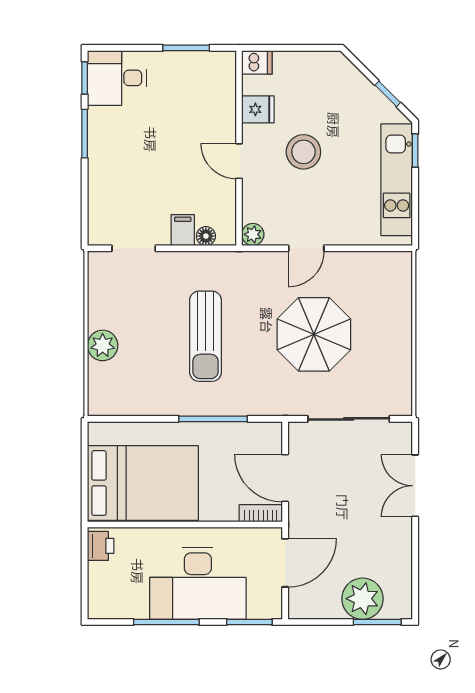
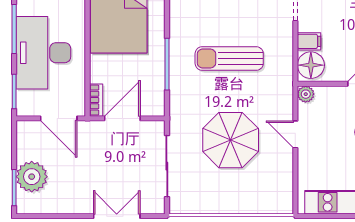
floor lamp: (206, 236) -> (311, 65), width x1.89, depth x1.89

